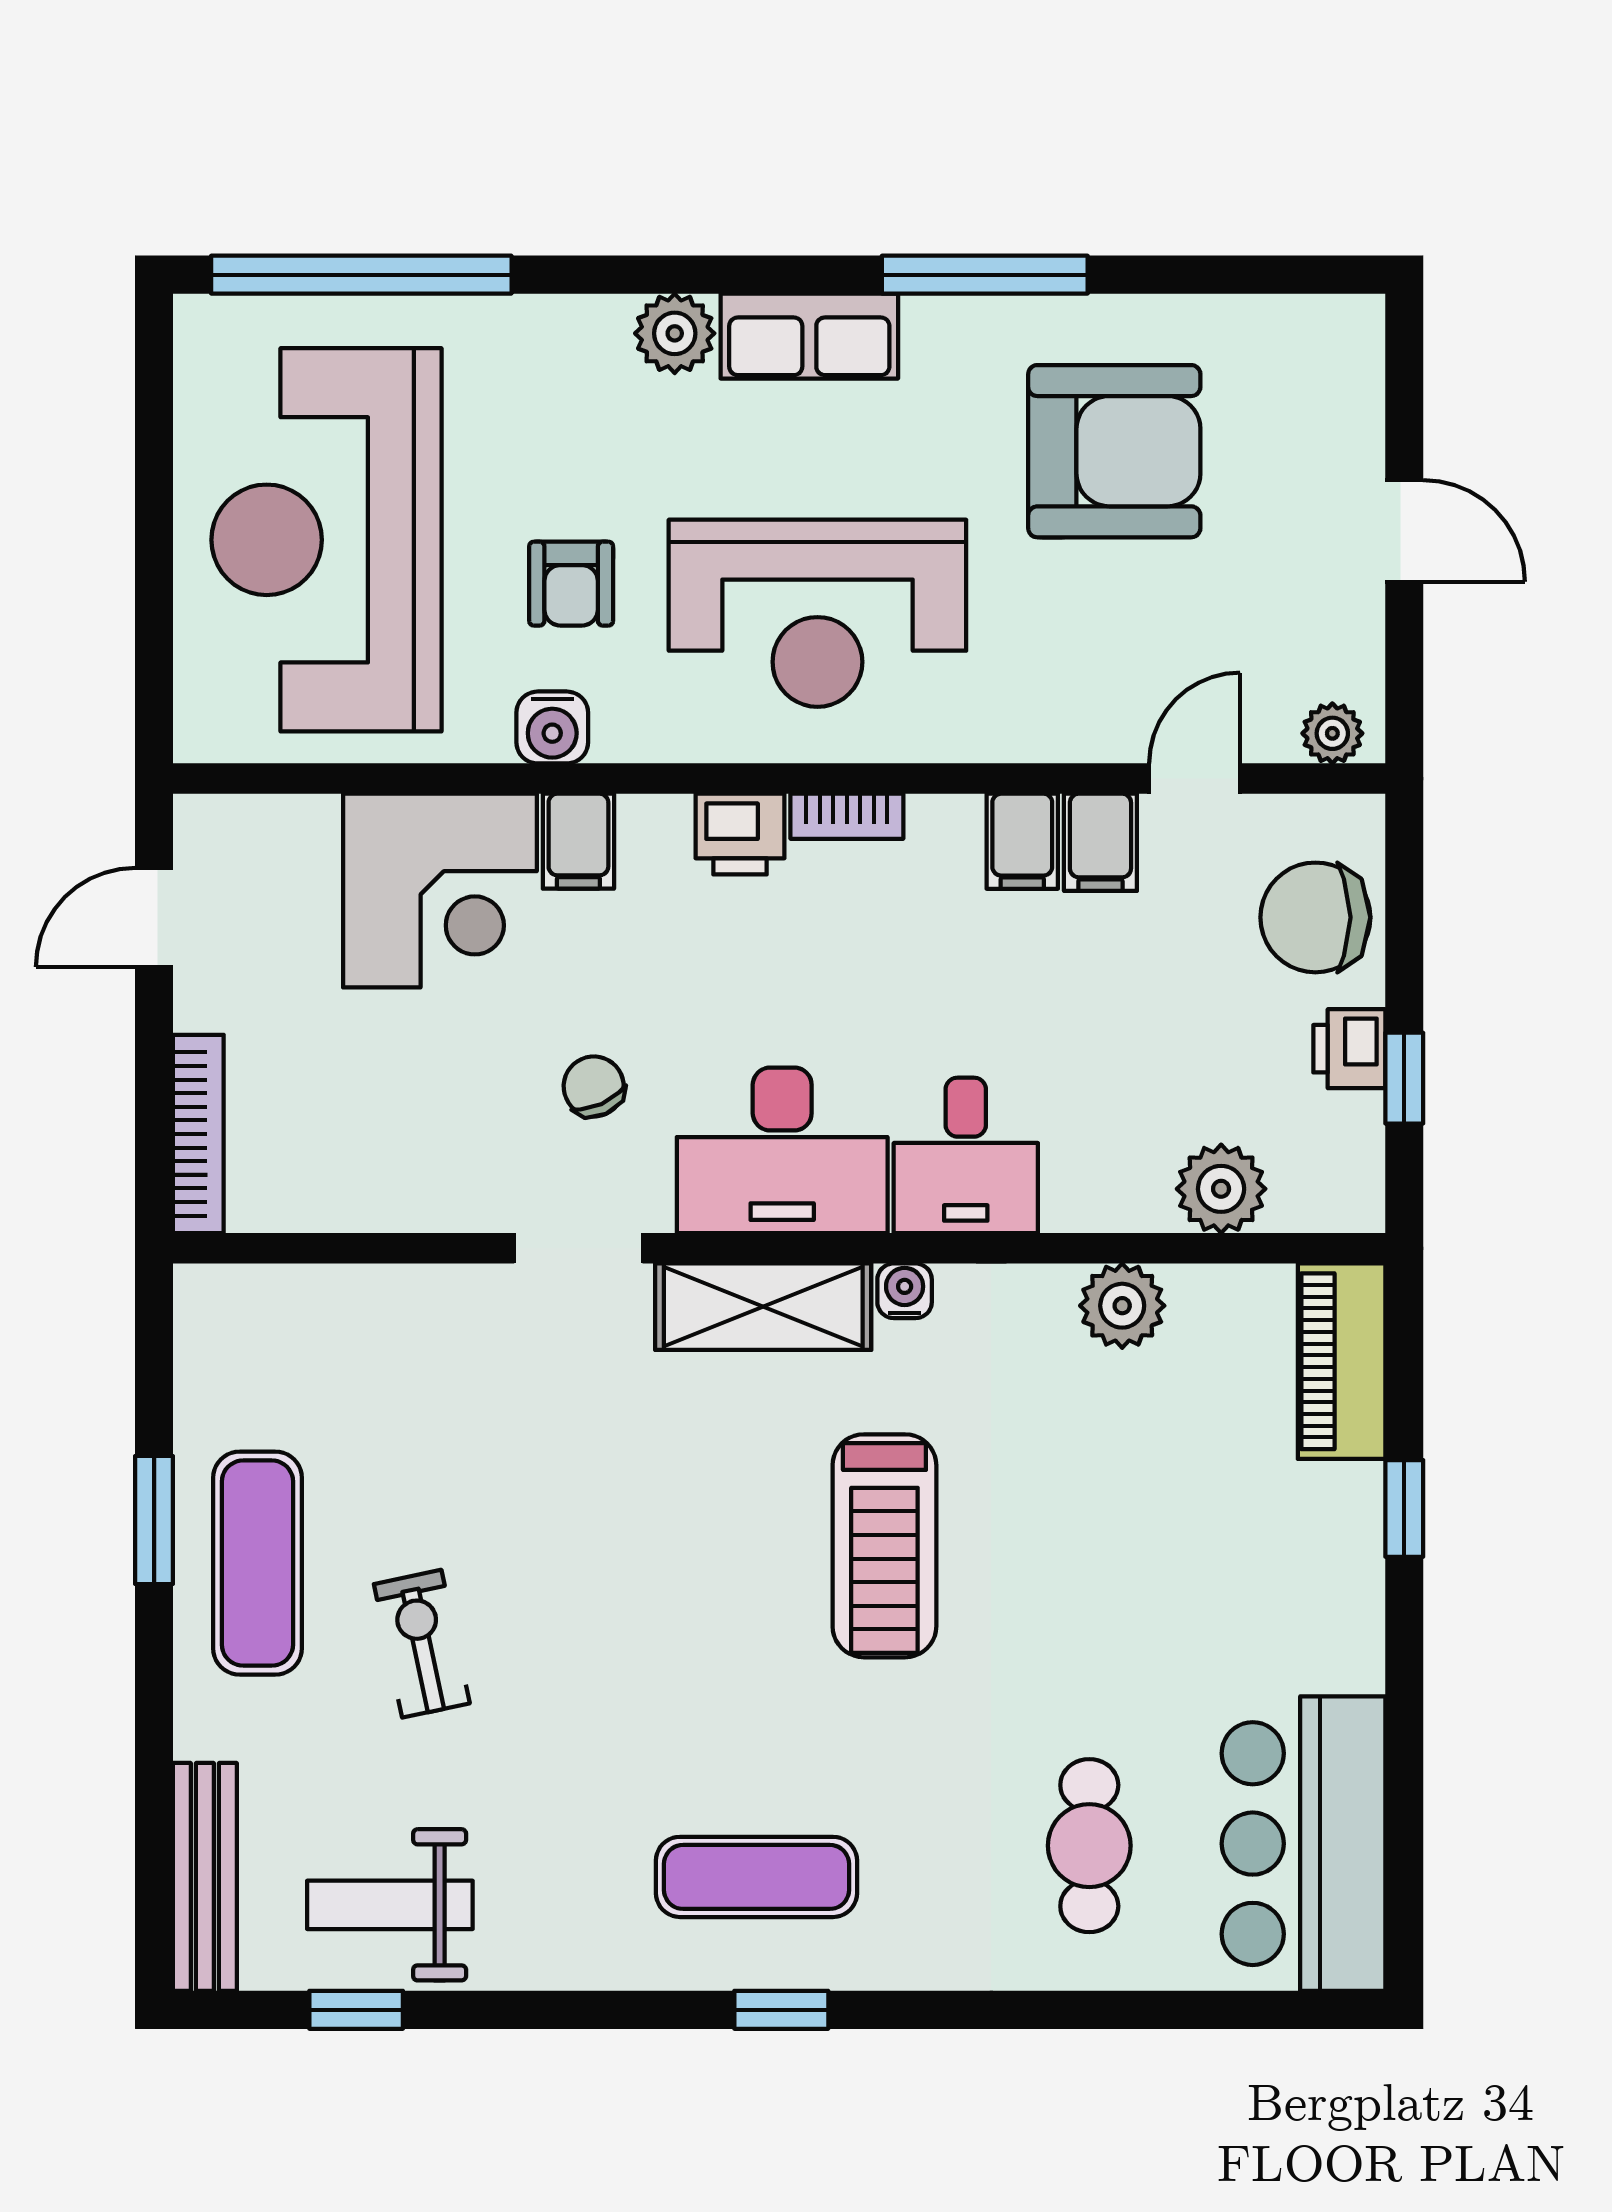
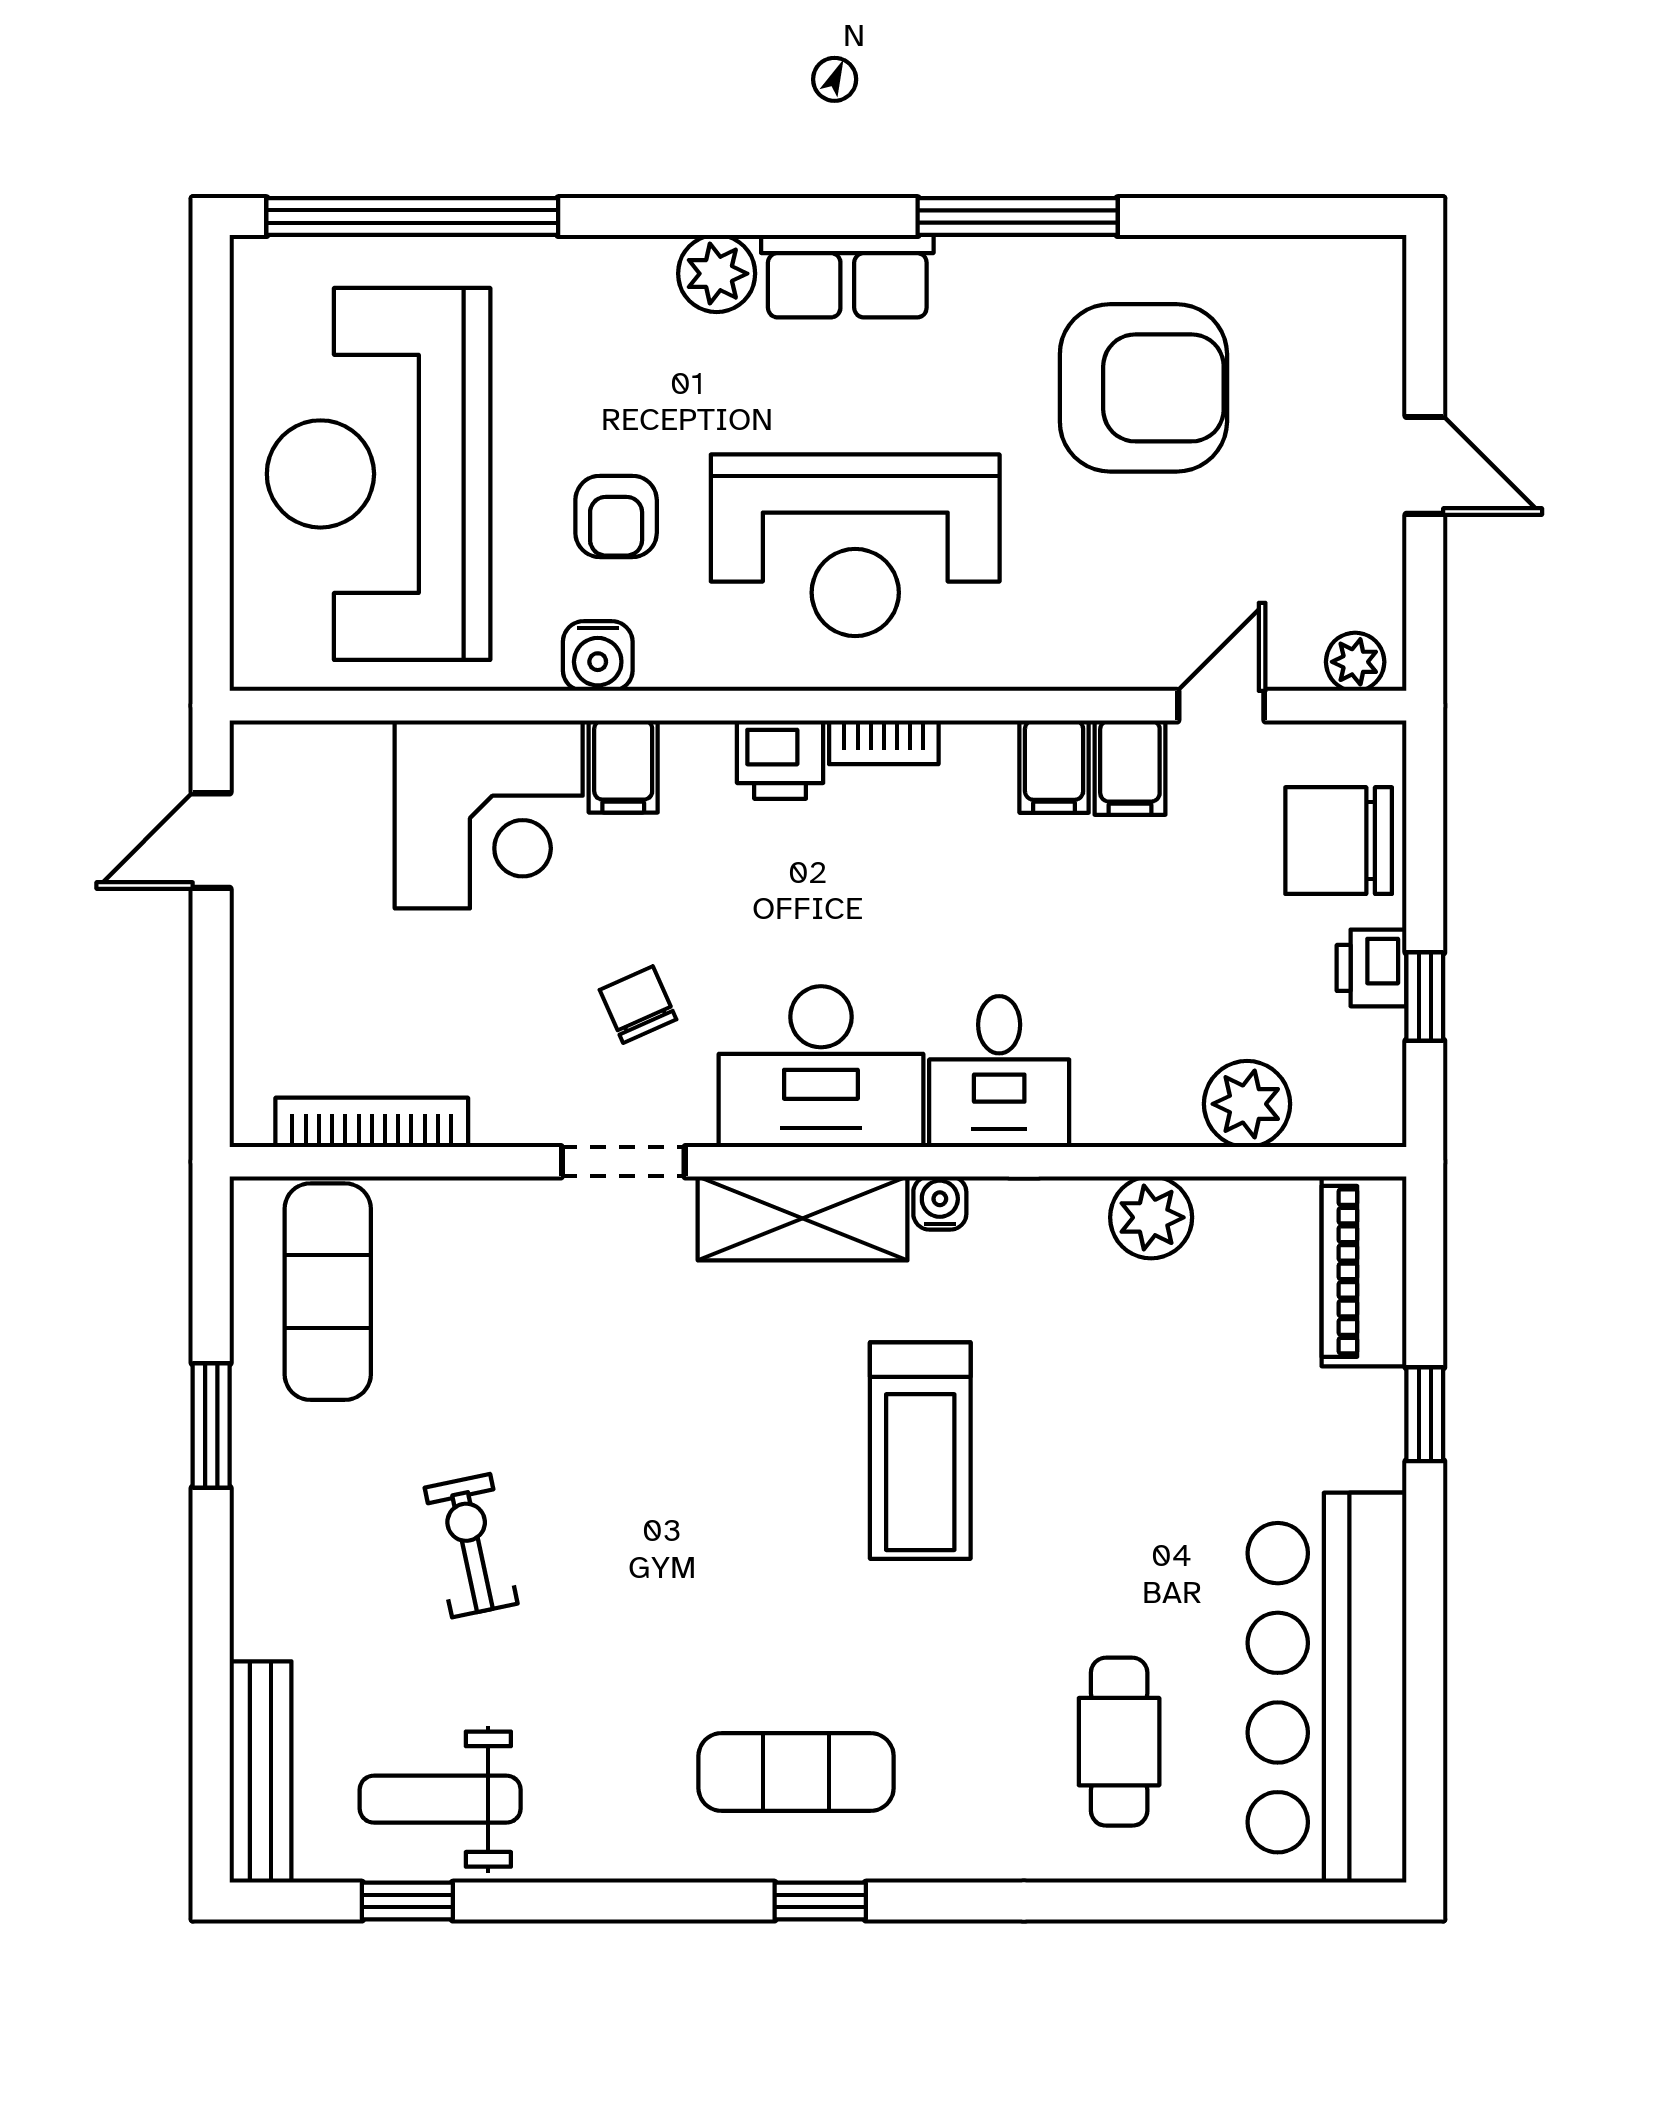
bookcase: (198, 1134) -> (372, 1122), moved, turned -90
exercise mat: (257, 1563) -> (328, 1292), moved
bar counter: (1303, 1844) -> (1327, 1688), width x1.36

